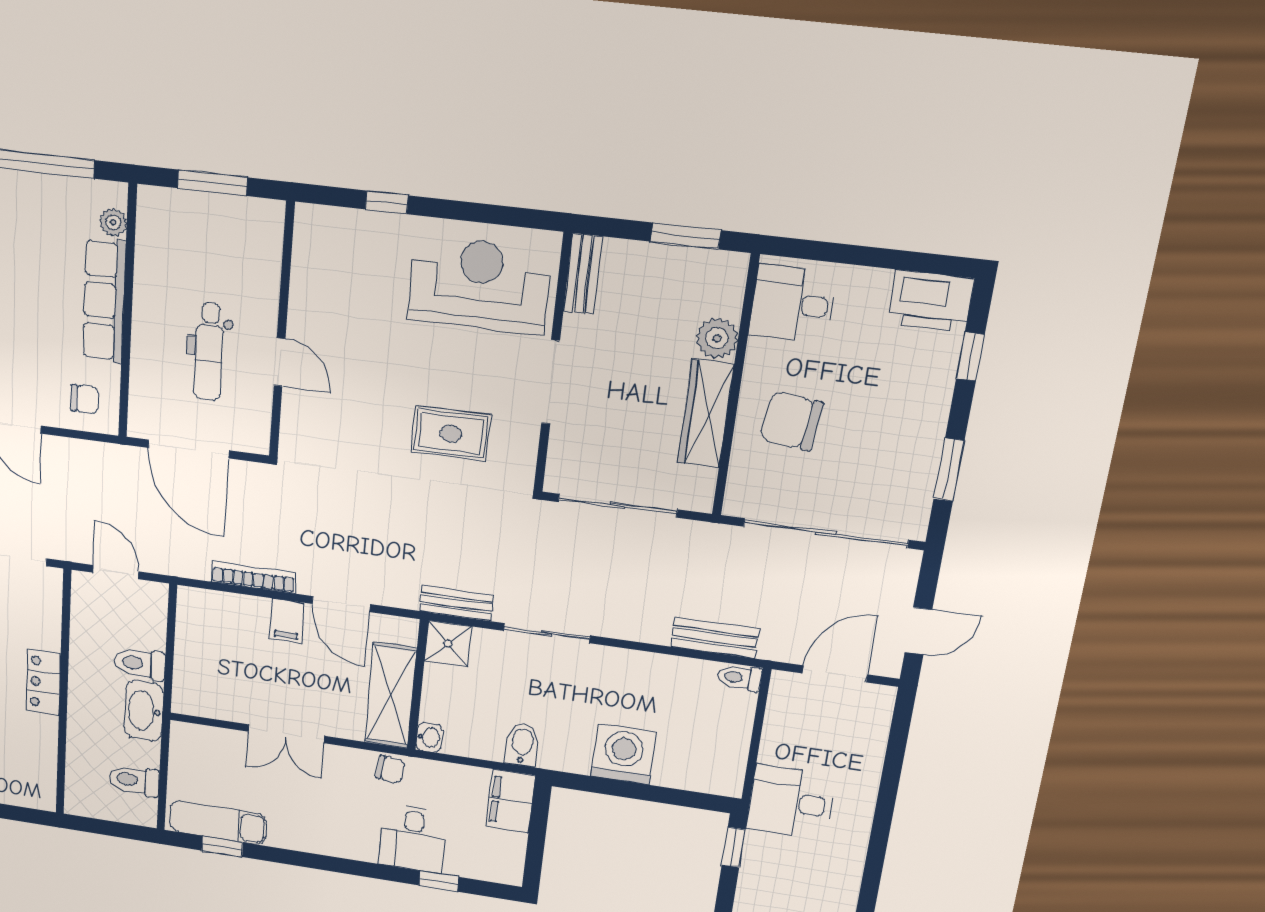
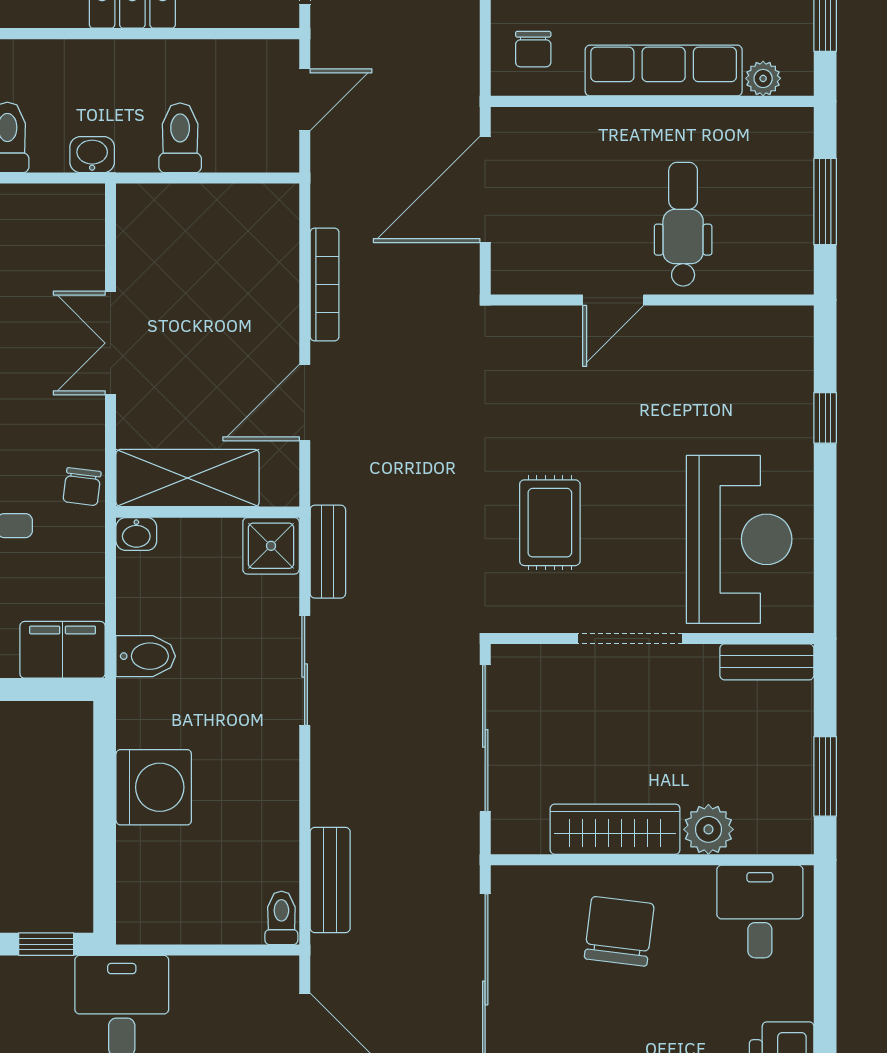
dental chair: (209, 352) -> (683, 224), moved, turned 90
filing cabinet: (287, 621) -> (271, 333), removed
washbasin: (144, 711) -> (92, 155), width x0.52, depth x0.69

